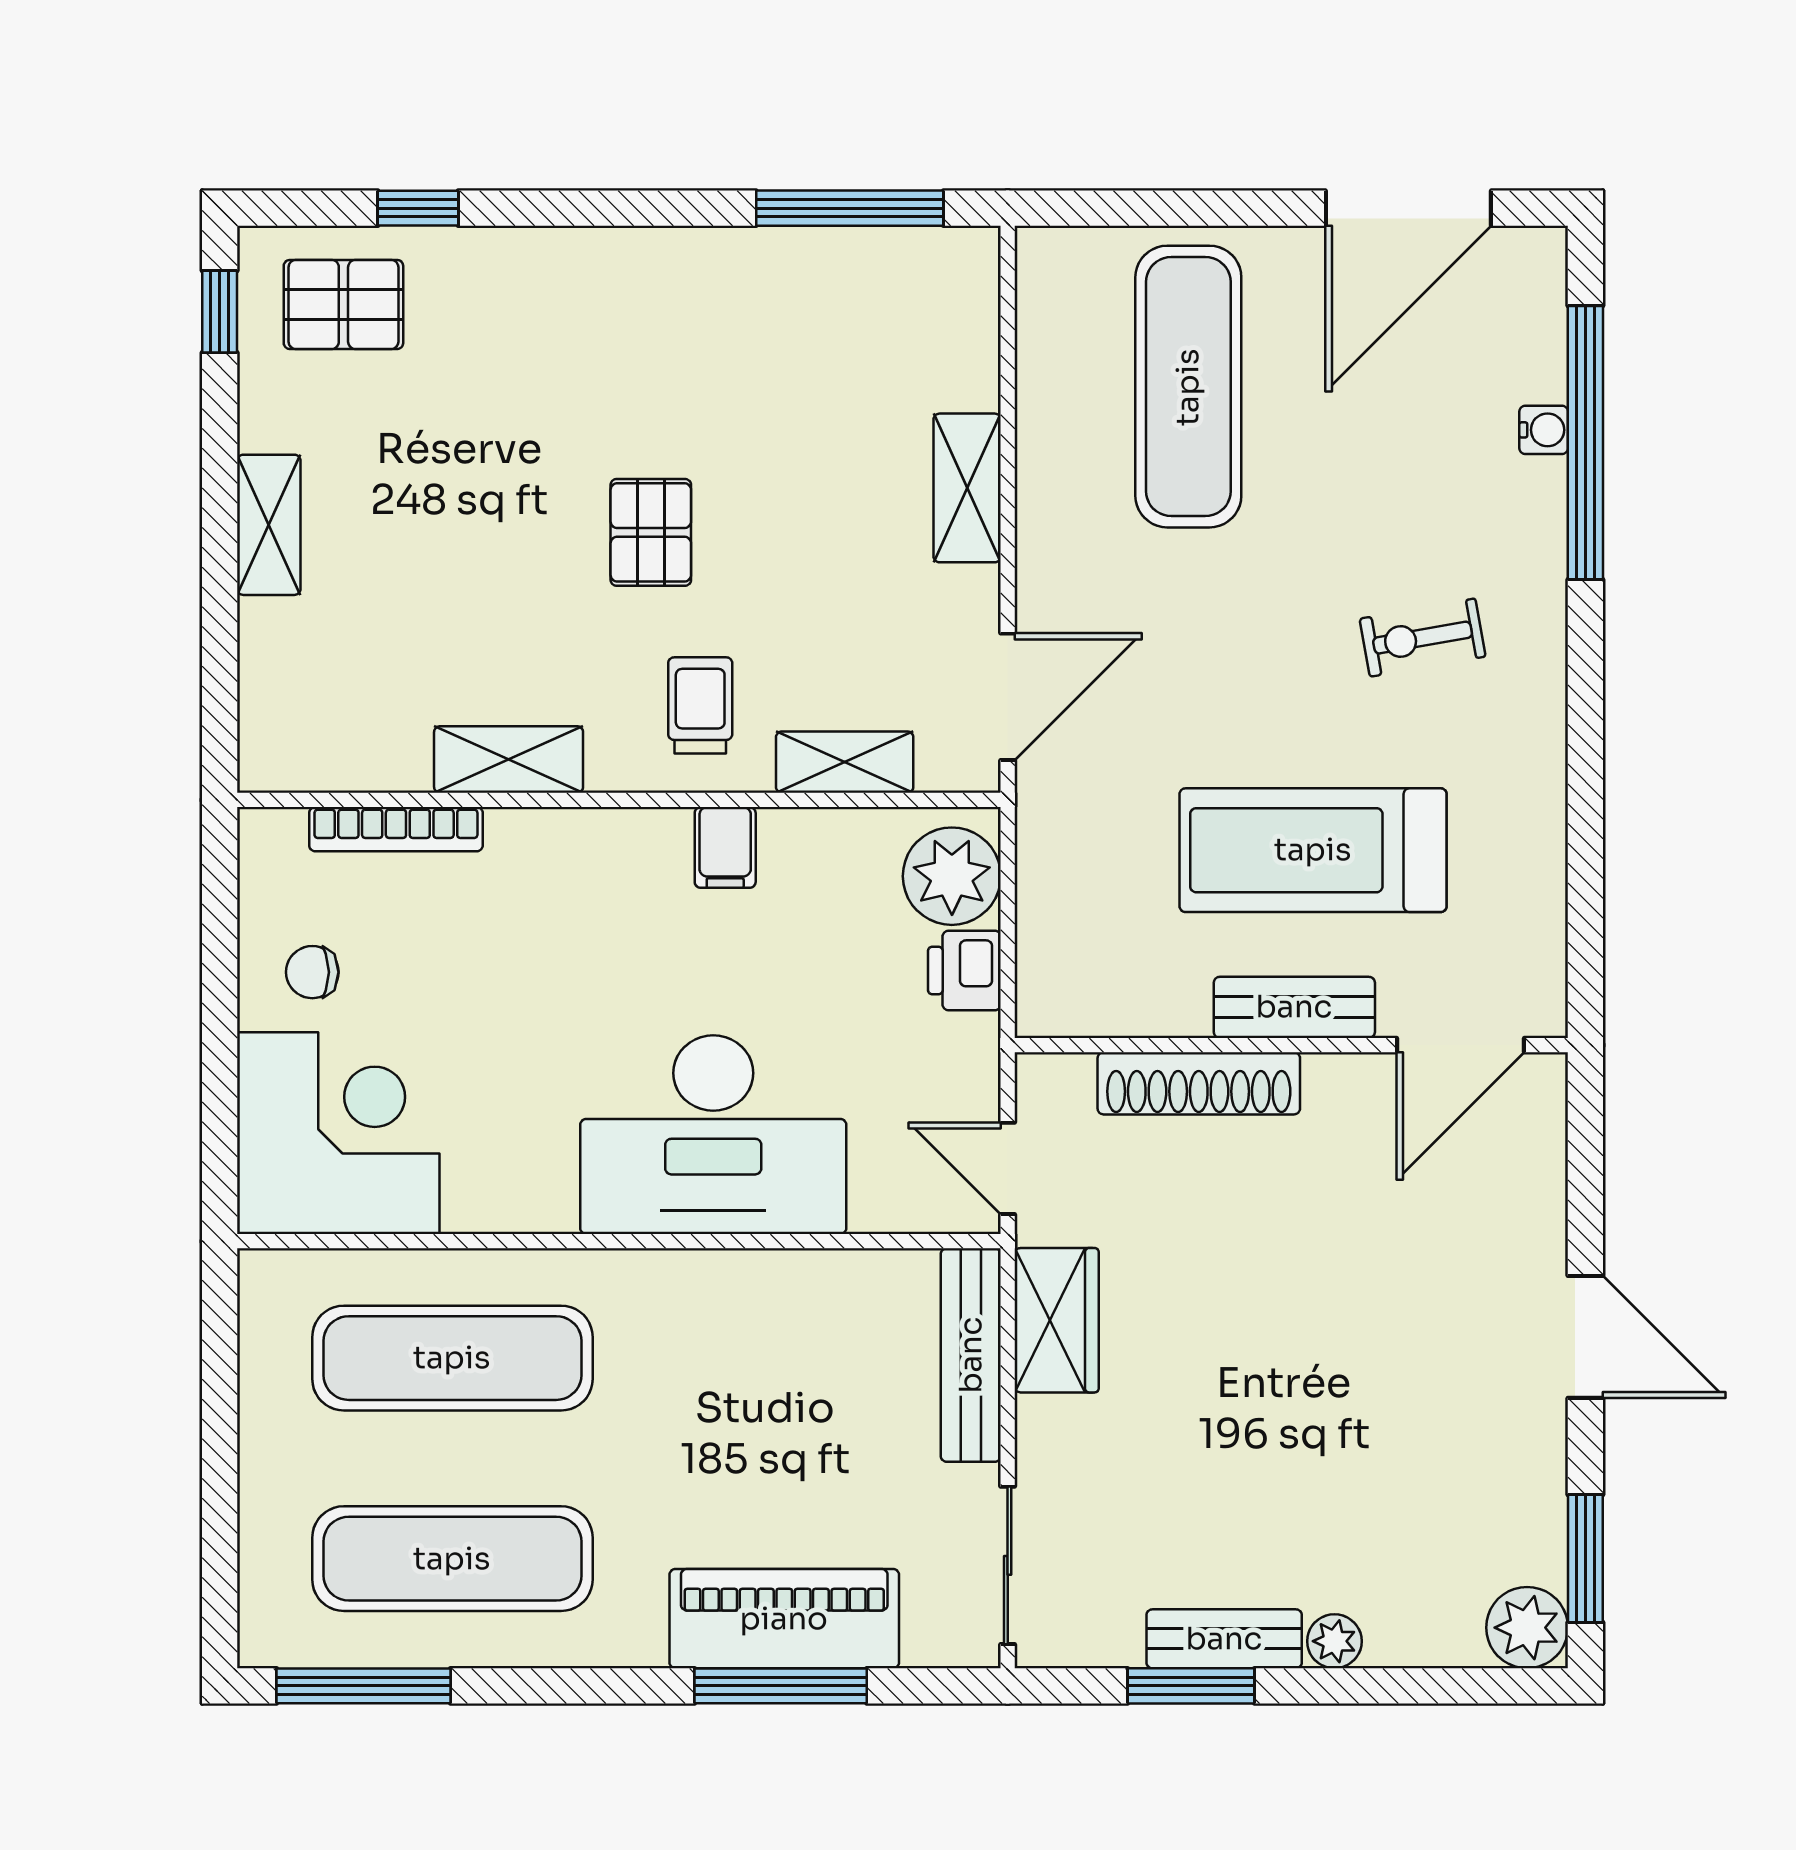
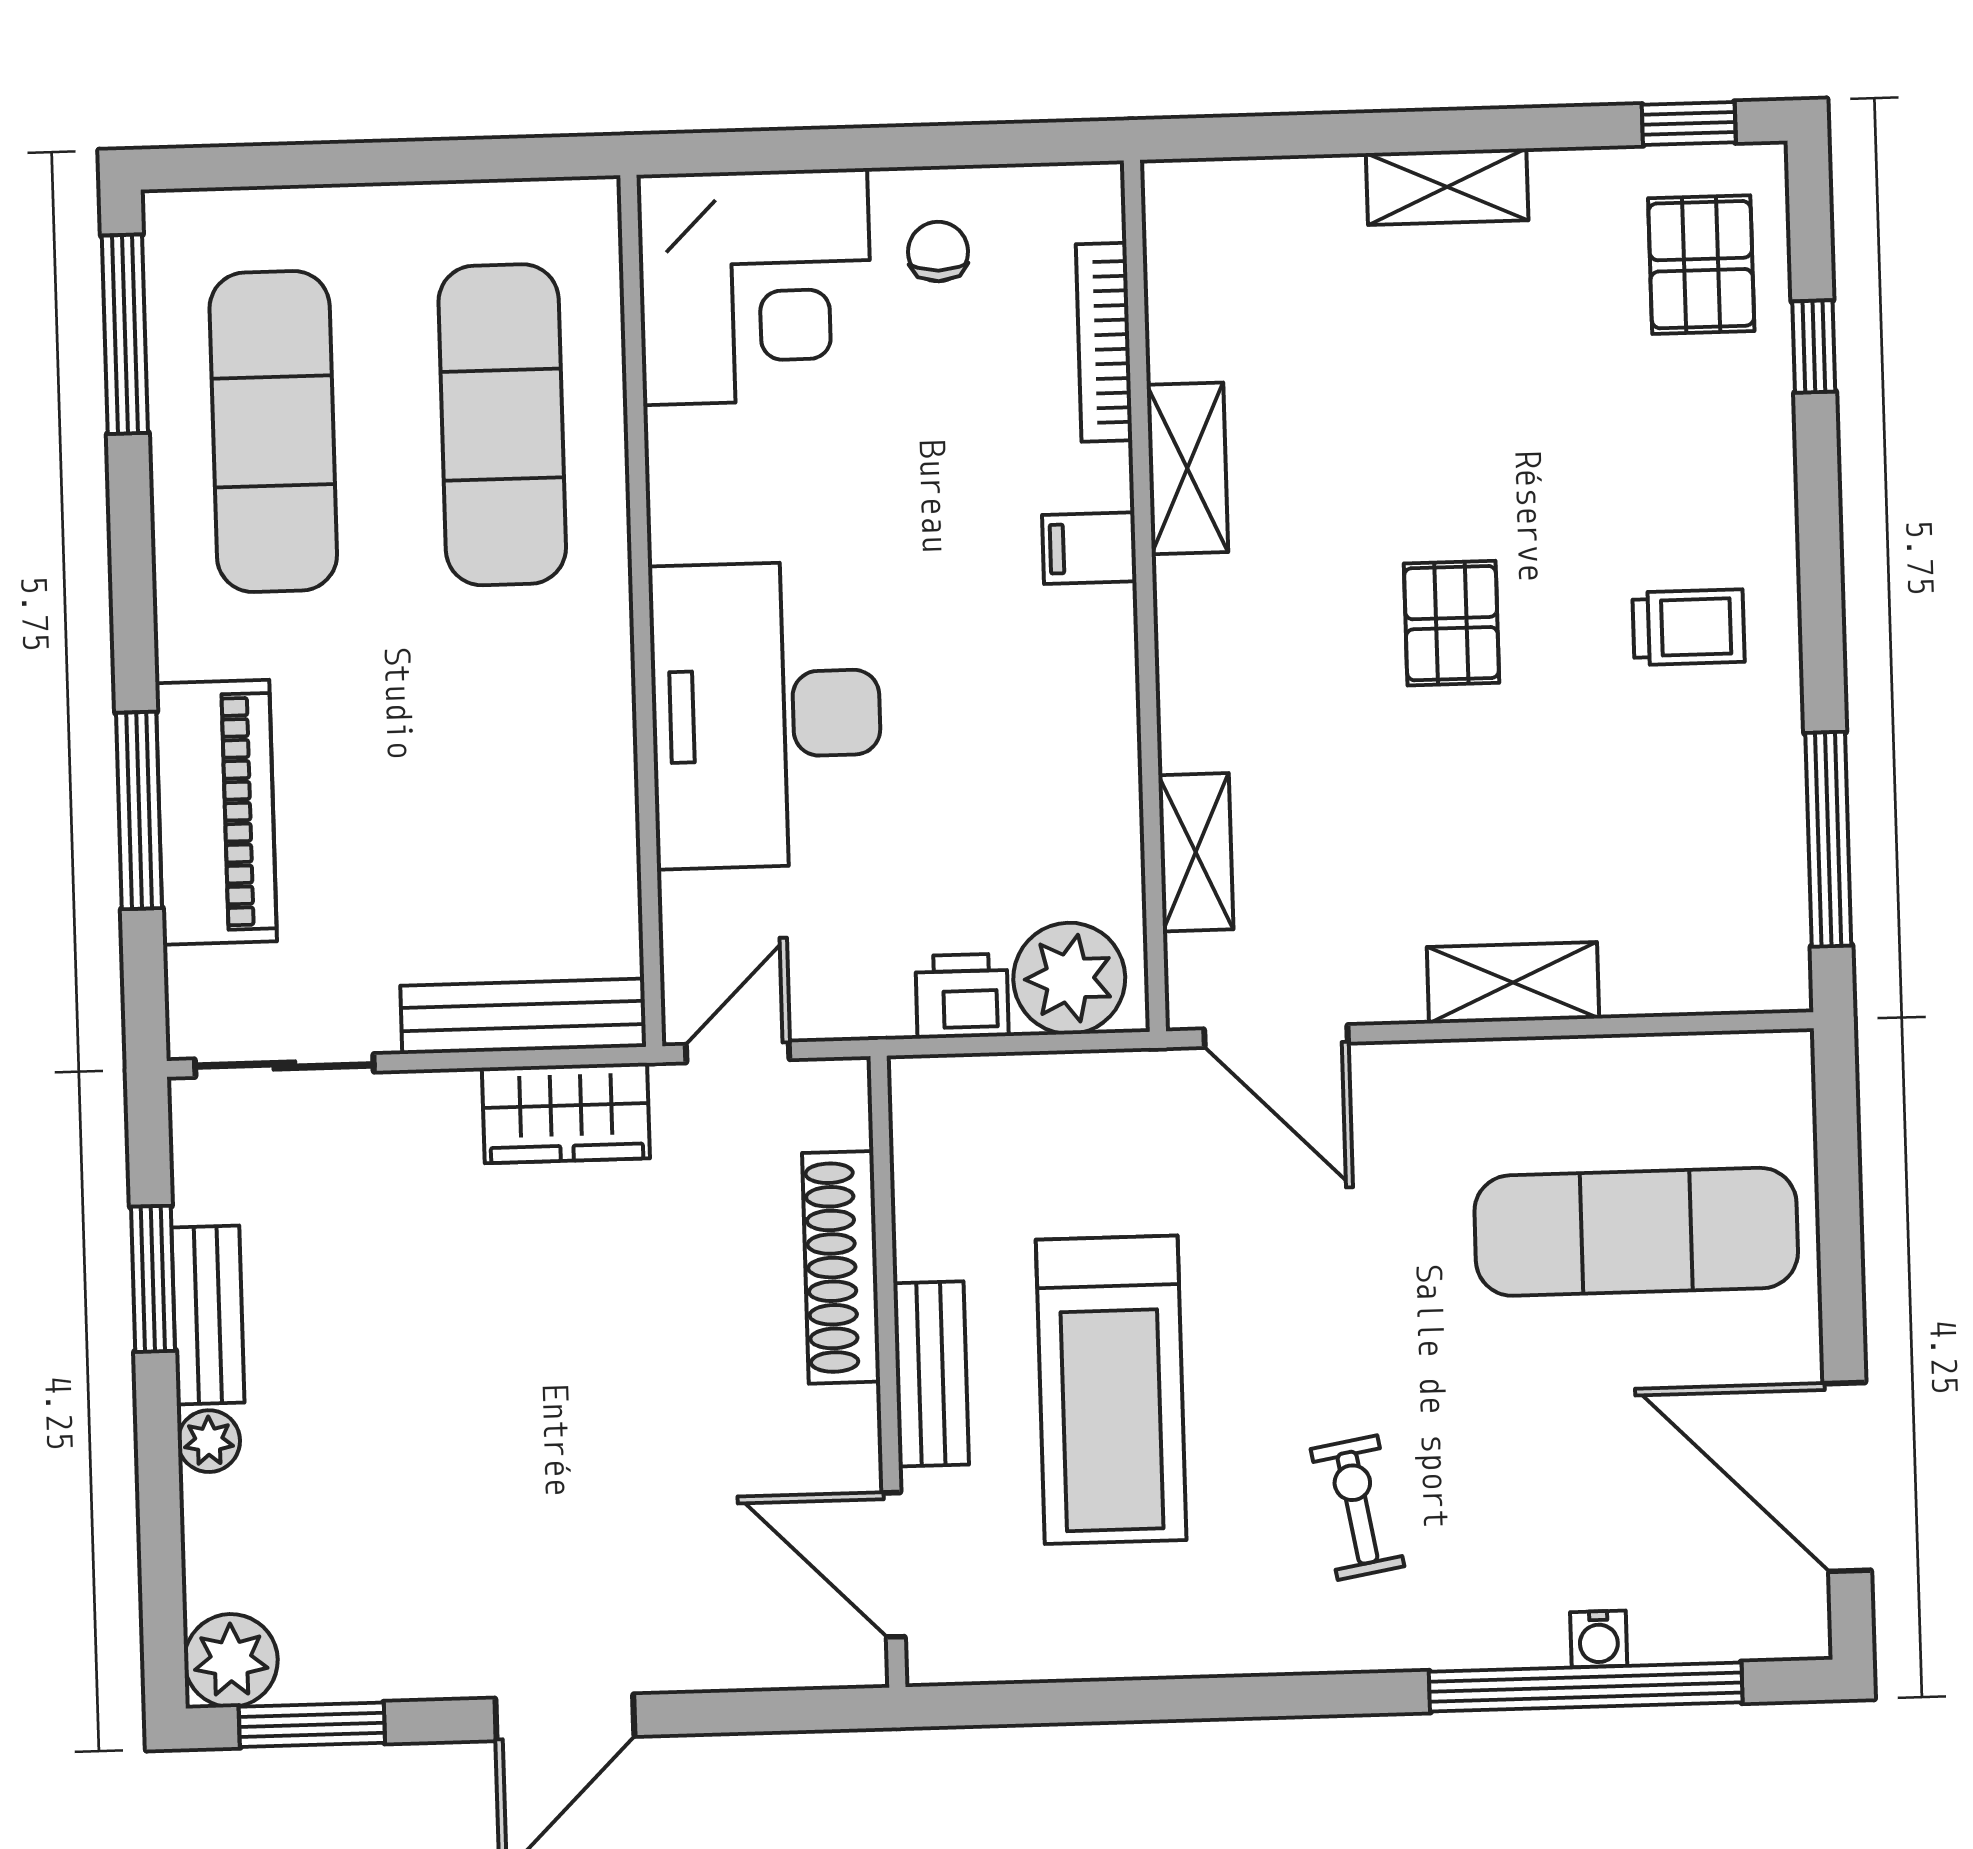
pallet: (651, 532) -> (1451, 623), turned 90
trolley: (700, 705) -> (1688, 627), moved
filing cabinet: (725, 847) -> (1089, 548), moved
treadmill: (1313, 850) -> (1111, 1390), turned 180

